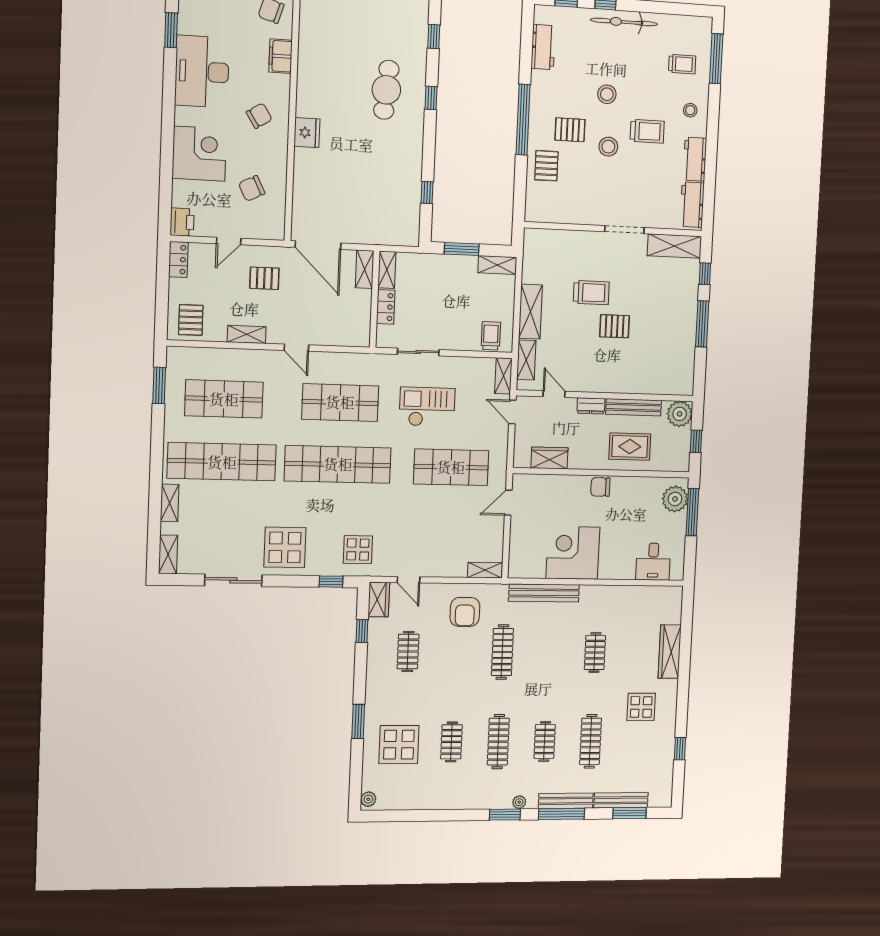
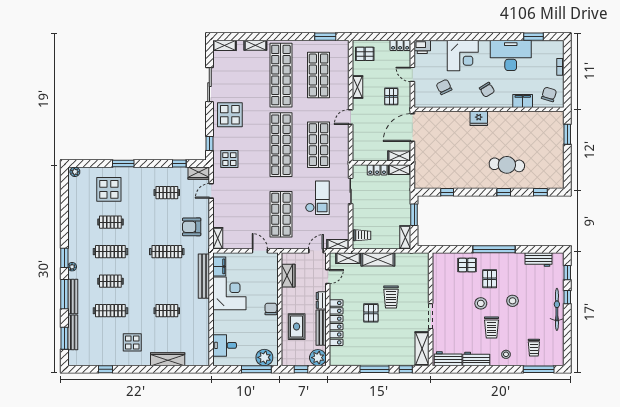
locker: (627, 383) -> (336, 323), added
filing cabinet: (530, 568) -> (219, 266), added

